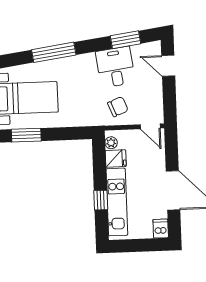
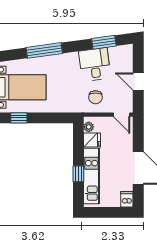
door: (168, 66) -> (138, 82), moved
chair: (118, 107) -> (96, 97), turned 112
window: (26, 135) -> (19, 118), width x0.67

